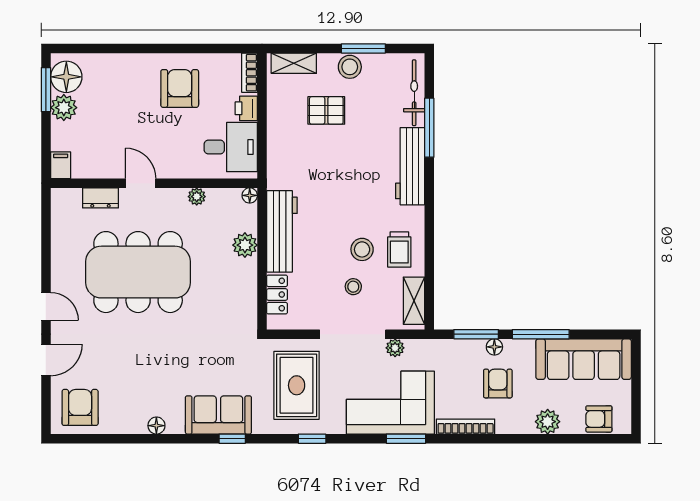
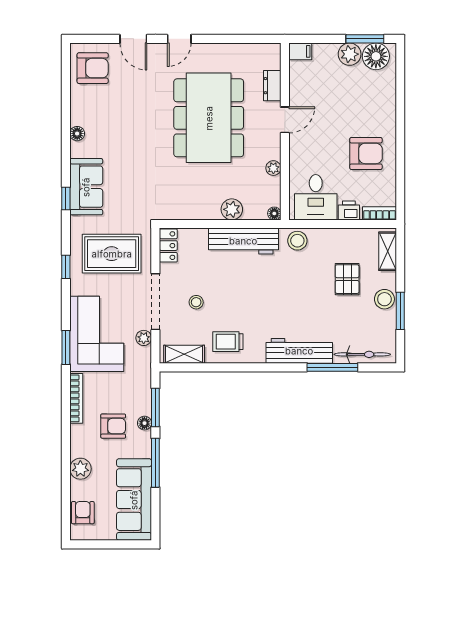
stool: (362, 249) -> (297, 241), moved
locker: (277, 295) -> (168, 246), moved, turned -90

